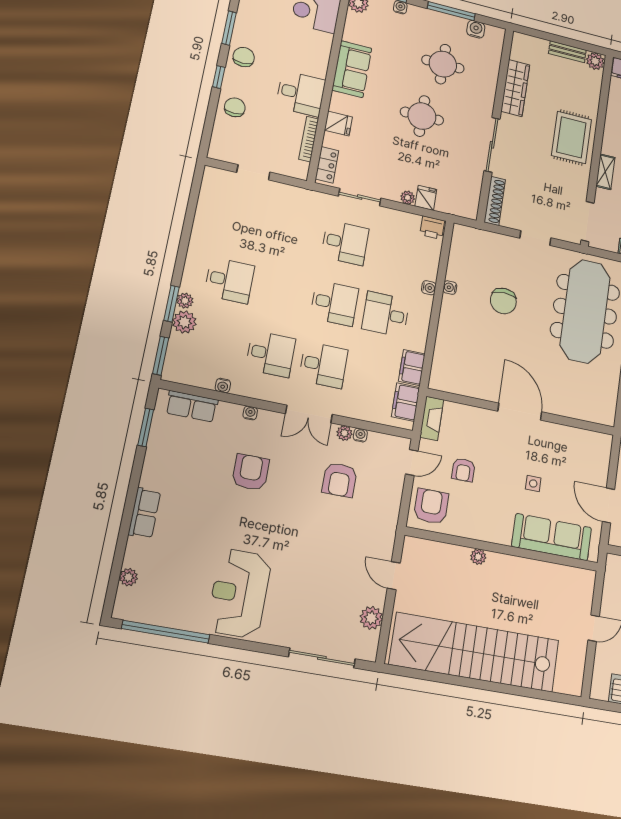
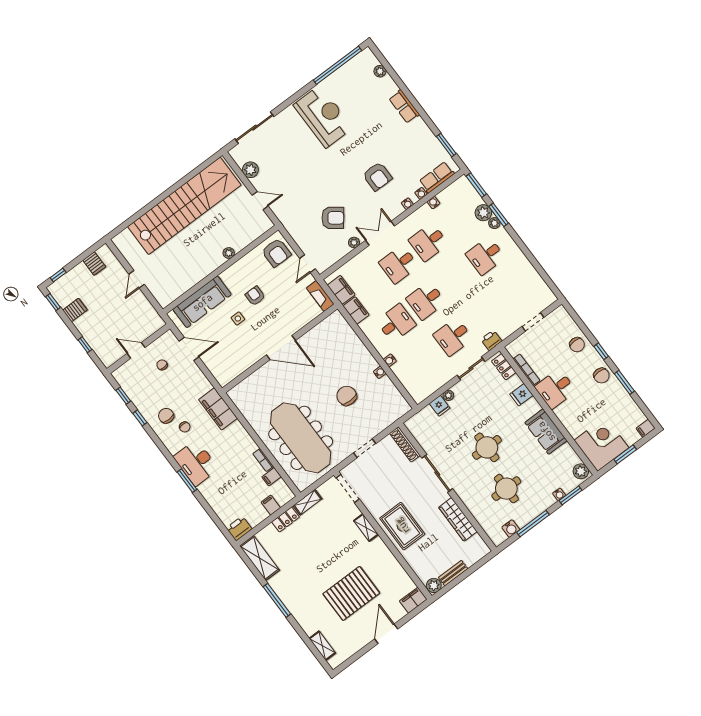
printer: (432, 228) -> (491, 340), moved
water cooler: (360, 435) -> (421, 193), moved
armchair: (463, 470) -> (255, 296), moved
armchair: (340, 480) -> (333, 218), turned 127

